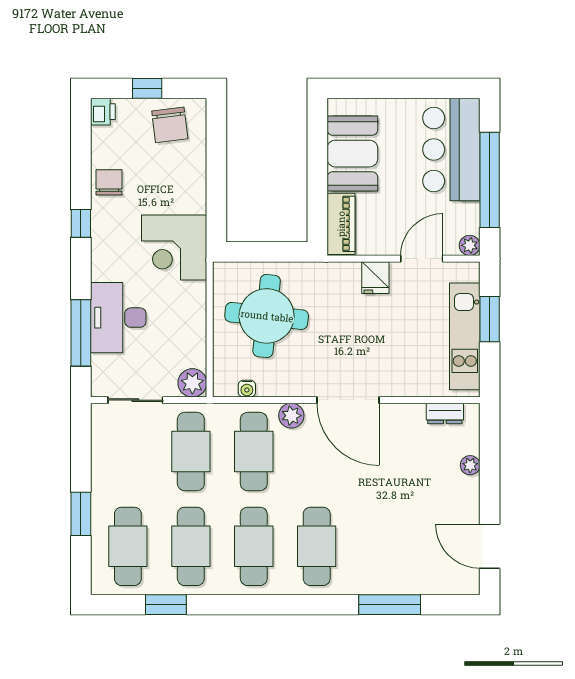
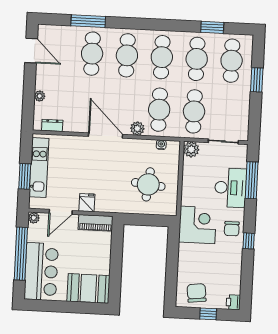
booth: (352, 154) -> (88, 288), moved, turned 90
chair: (109, 182) -> (232, 229), moved
piano: (341, 224) -> (96, 223), moved, turned -90
round table: (267, 316) -> (148, 184), width x0.73, depth x0.73
cafe table: (380, 546) -> (92, 54), added

